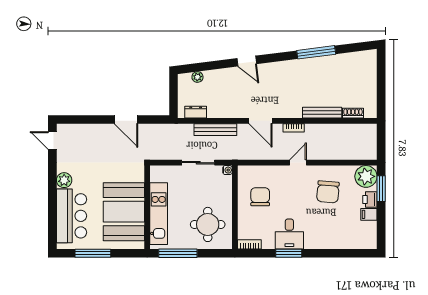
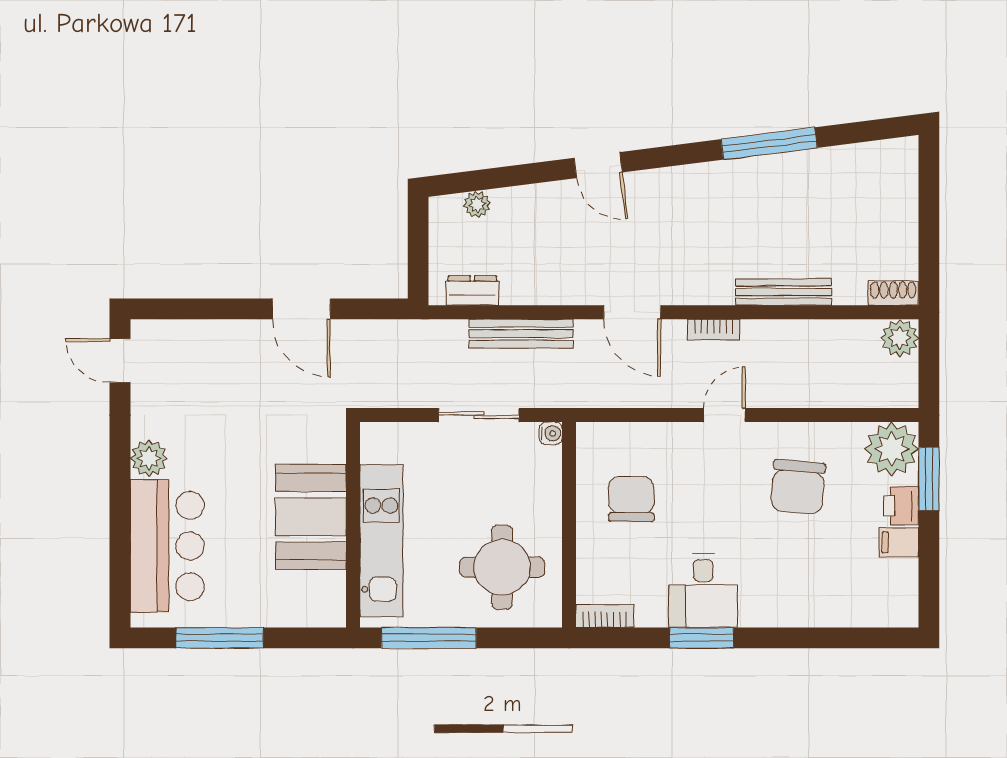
shoe rack: (353, 113) -> (893, 293), moved
plant: (369, 131) -> (900, 338), added
booth: (124, 212) -> (311, 517), width x0.73, depth x0.70

